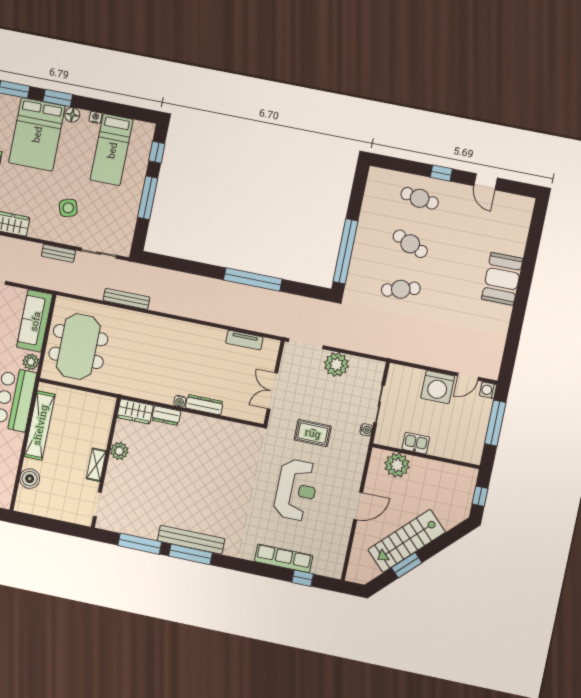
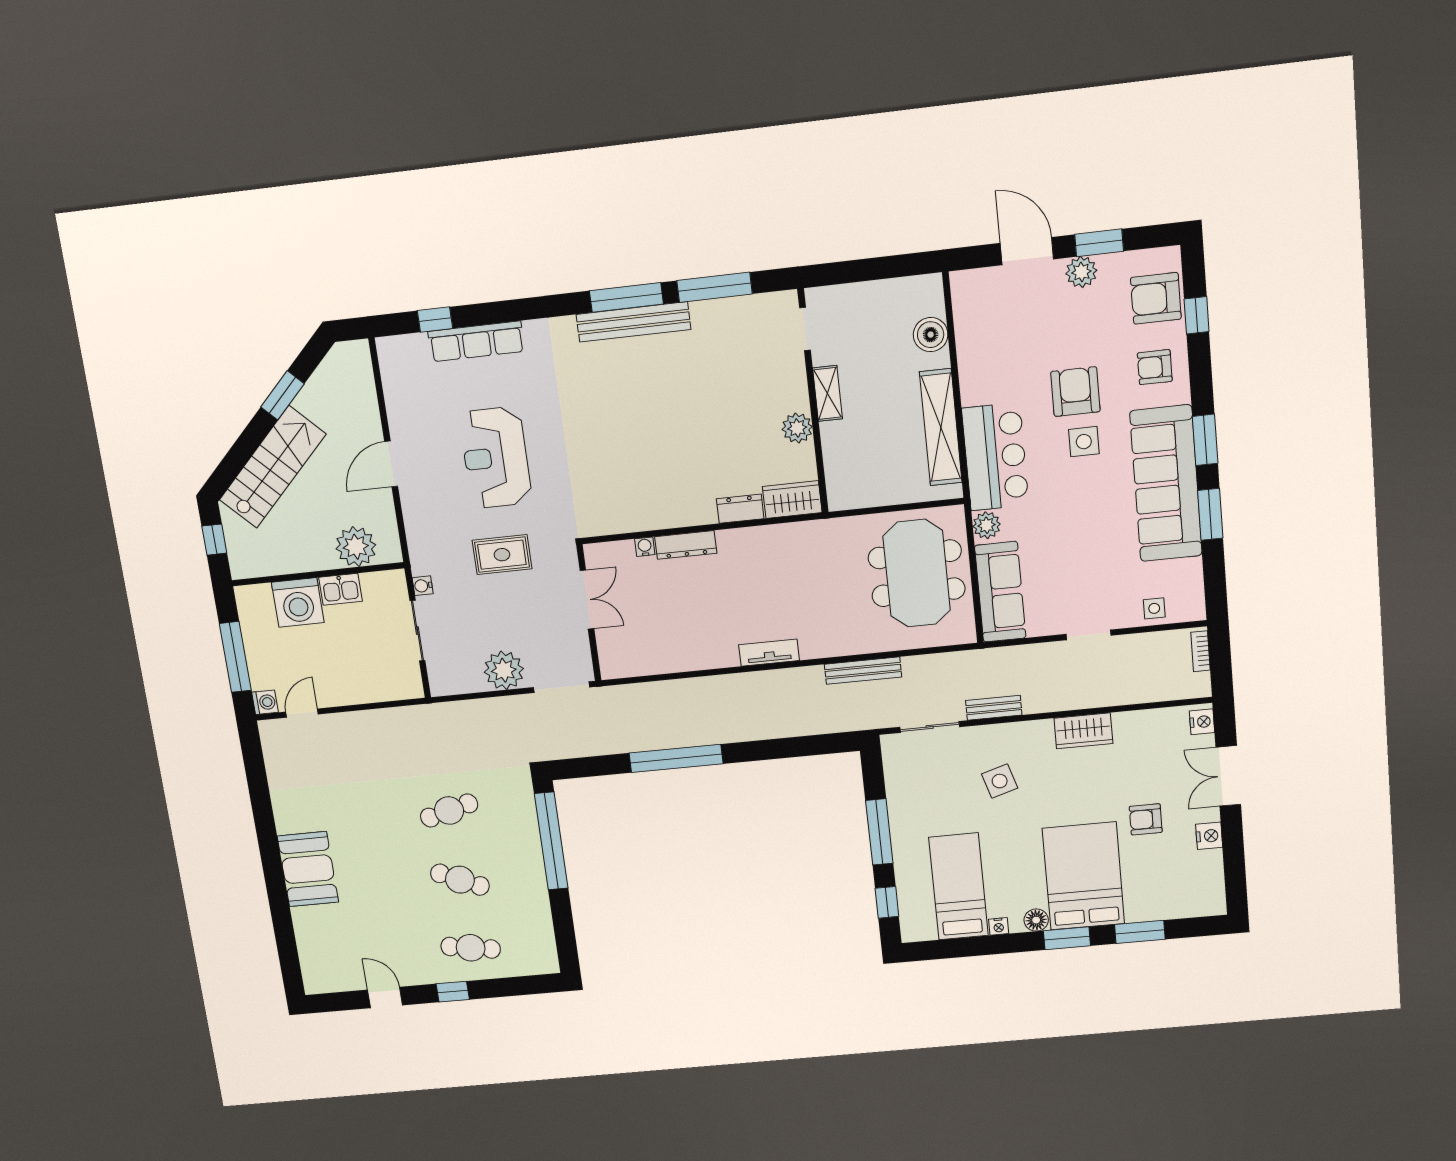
tv unit: (244, 340) -> (769, 653), moved
washing machine: (438, 387) -> (298, 602), moved, turned 180
water cooler: (180, 401) -> (645, 547), moved
stairs: (407, 541) -> (273, 467), moved

